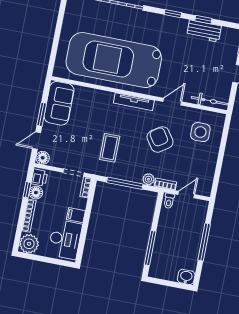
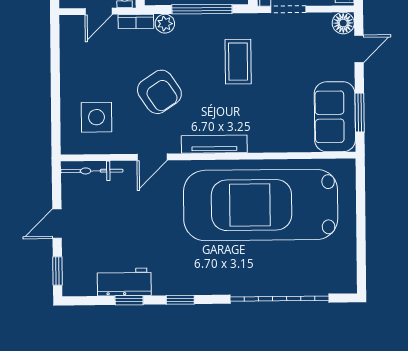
car: (114, 60) -> (261, 205), turned 180
window: (42, 114) -> (360, 113), moved

